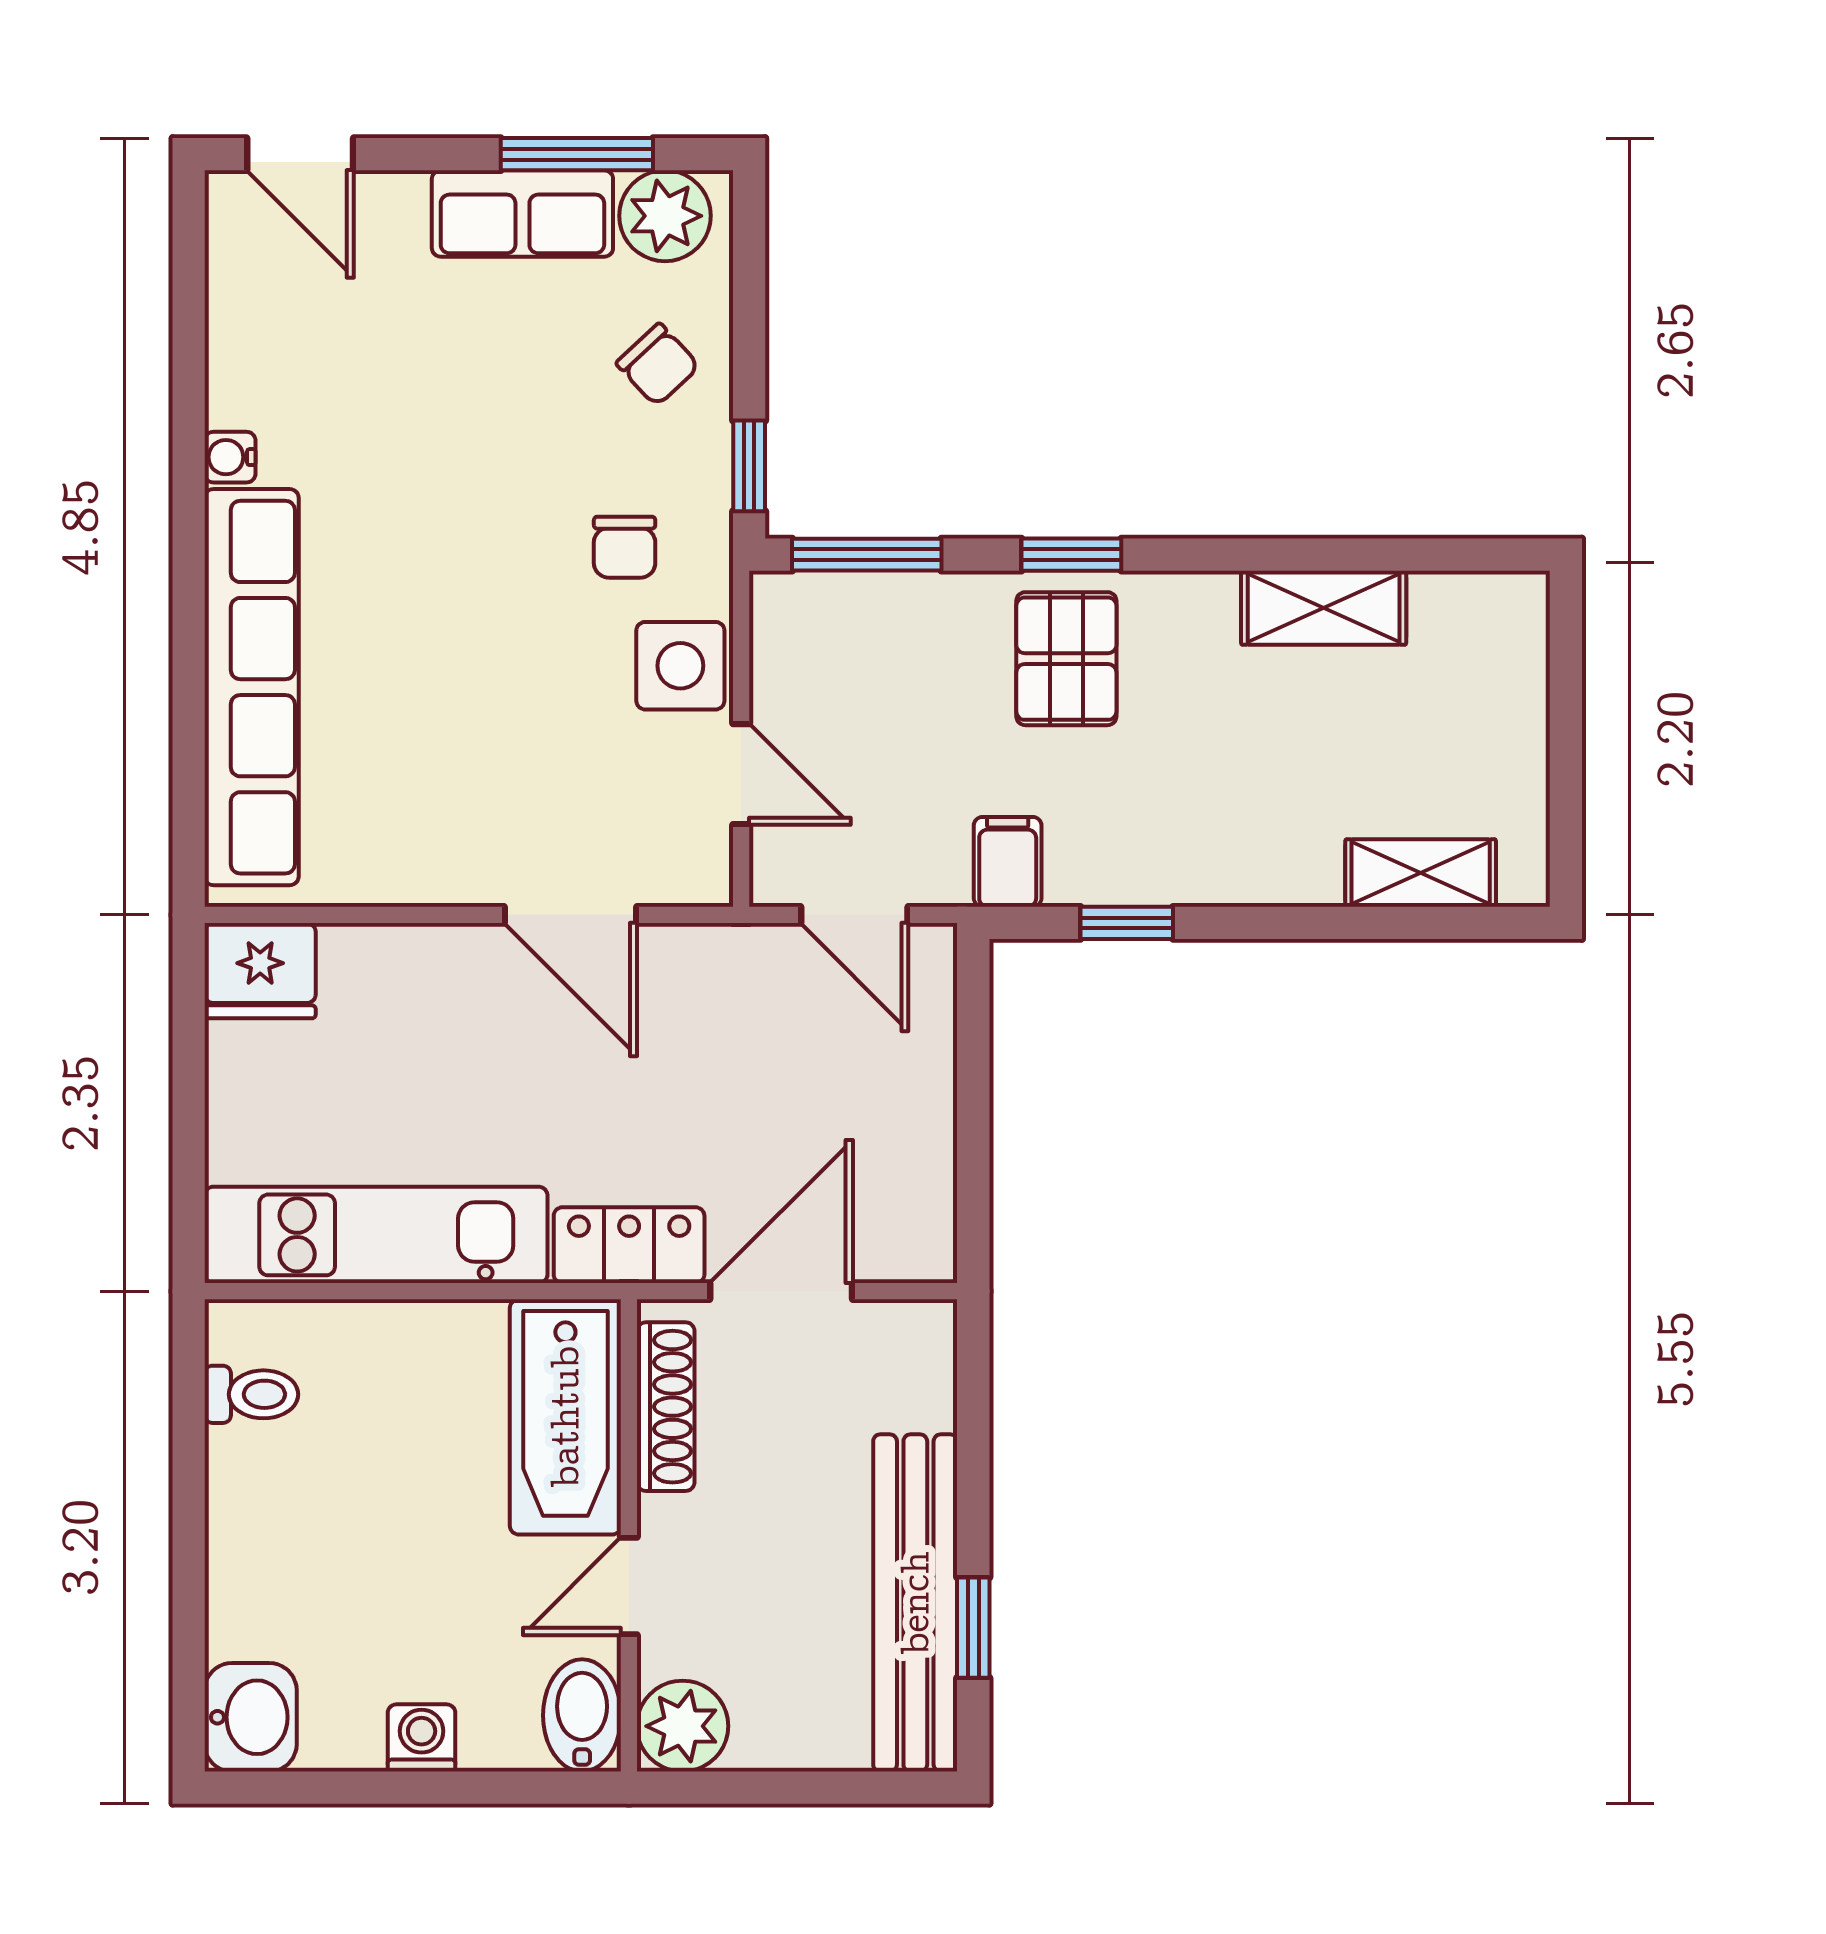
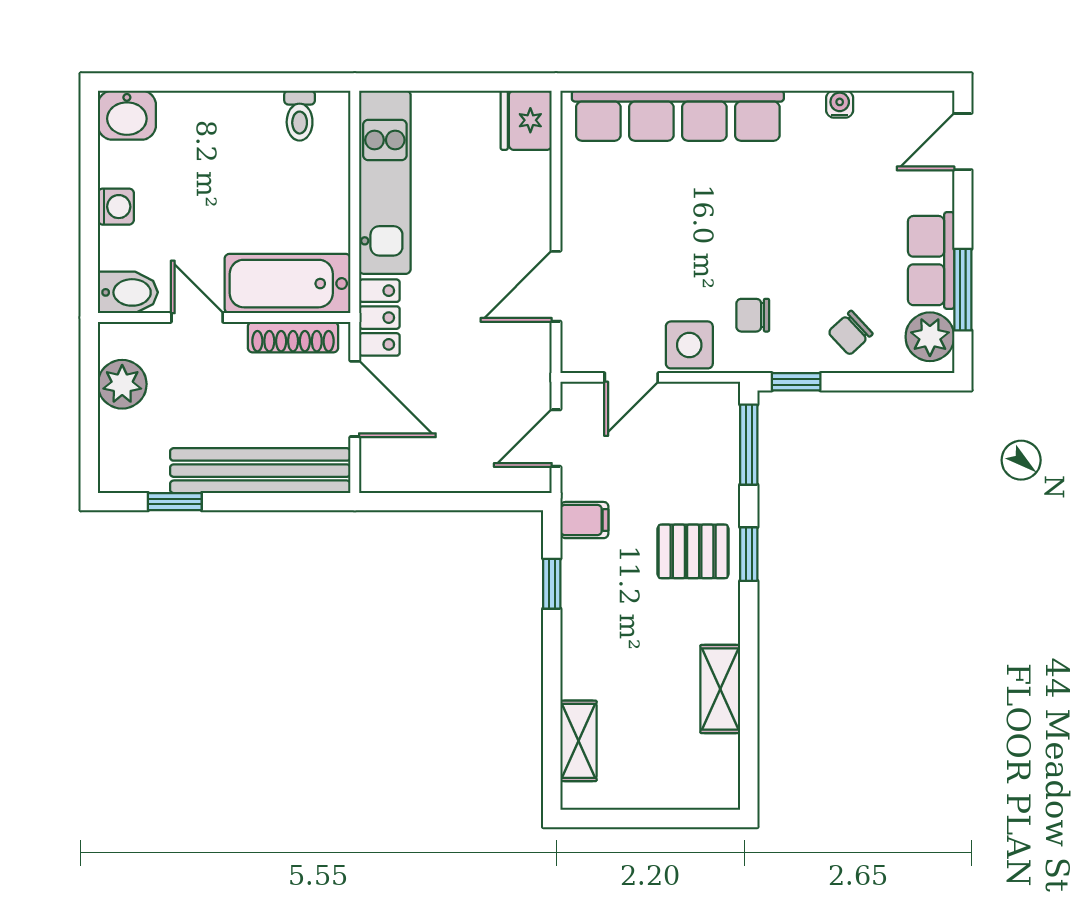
water cooler: (230, 457) -> (840, 104), moved
bench: (915, 1603) -> (260, 471), moved
plant: (683, 1726) -> (122, 384), moved

